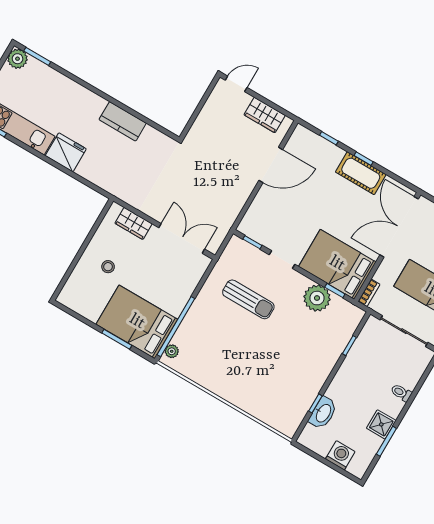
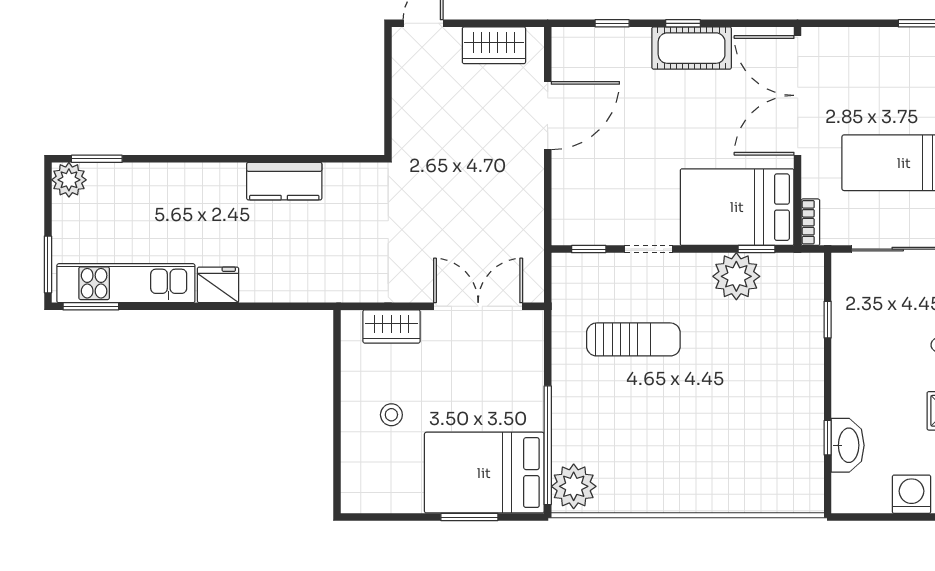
fridge: (66, 152) -> (218, 285), width x0.73, depth x0.75
plant: (172, 351) -> (574, 486), width x1.87, depth x1.87

